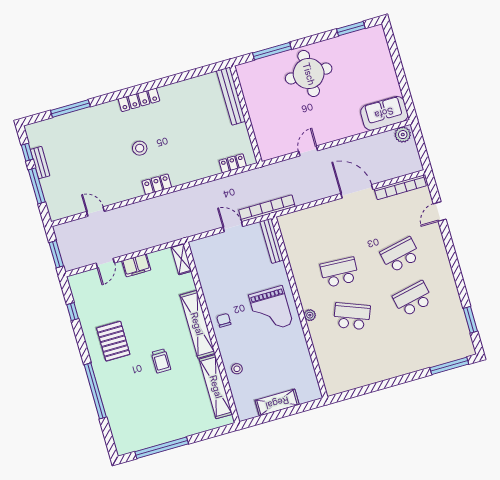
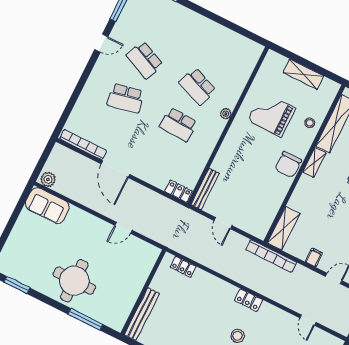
bookcase: (267, 208) -> (271, 256), moved
door: (440, 212) -> (101, 43), moved
locker: (291, 220) -> (178, 191), added
shelving: (181, 259) -> (284, 228), width x1.50, depth x1.33
filing cabinet: (136, 265) -> (314, 257), width x0.50
school desk: (413, 299) -> (145, 60), turned 36
grand piano: (271, 309) -> (272, 114), moved, turned -90
chair: (224, 320) -> (288, 164), width x1.87, depth x1.87
shelving: (197, 324) -> (314, 162), width x0.45, depth x0.75

